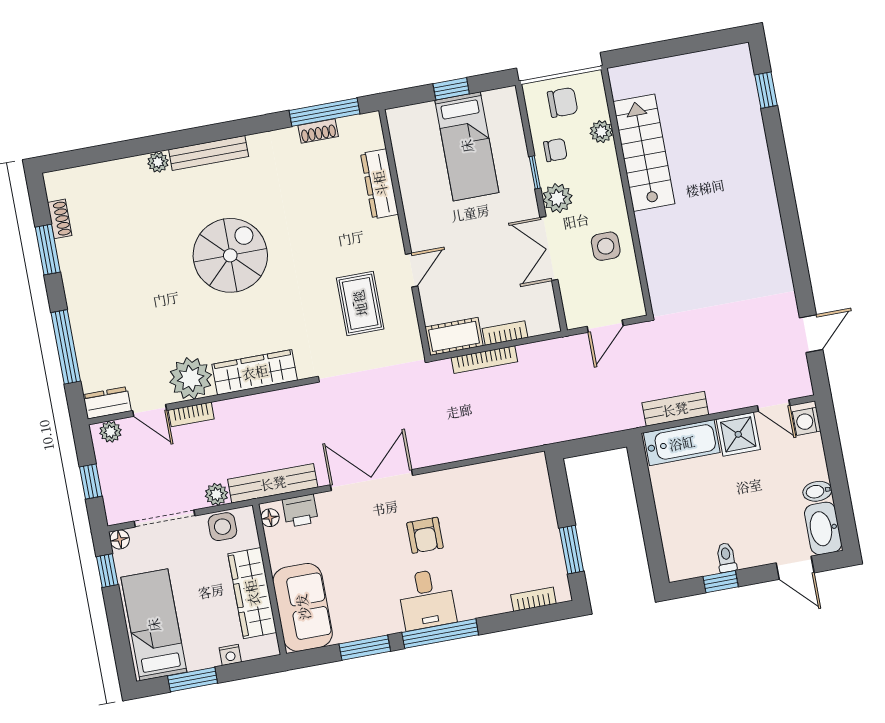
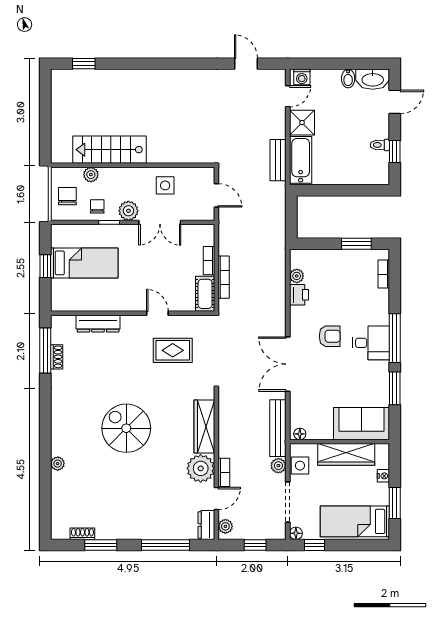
bench: (209, 153) -> (58, 430), removed
plant: (506, 469) -> (297, 276), added
printer: (300, 511) -> (299, 295), moved

